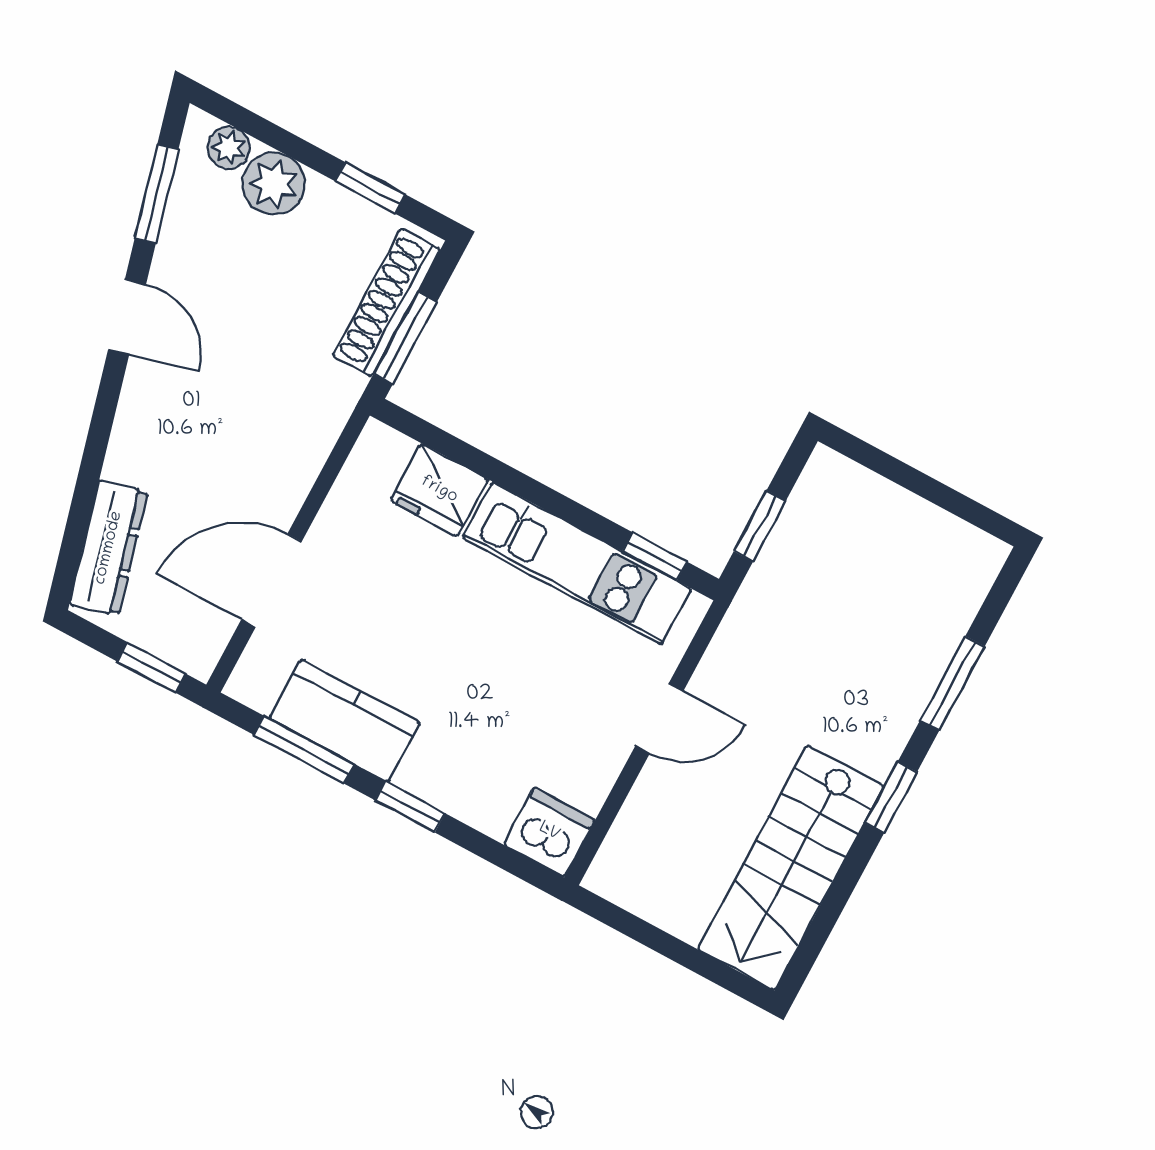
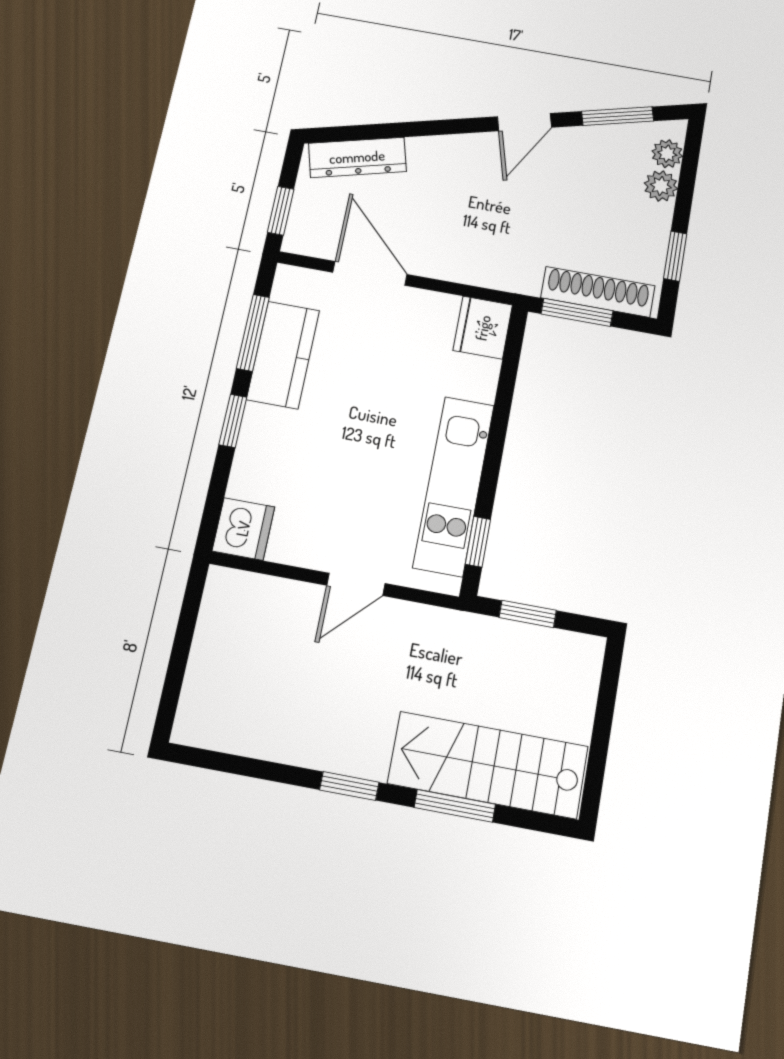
plant: (274, 184) -> (661, 186), width x0.73, depth x0.73
fridge: (439, 490) -> (483, 328), moved
door: (659, 718) -> (356, 584), hinge flipped
stairs: (791, 868) -> (488, 765), moved

